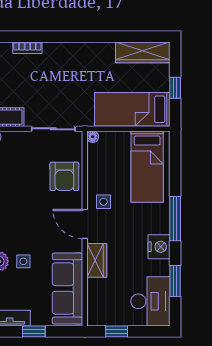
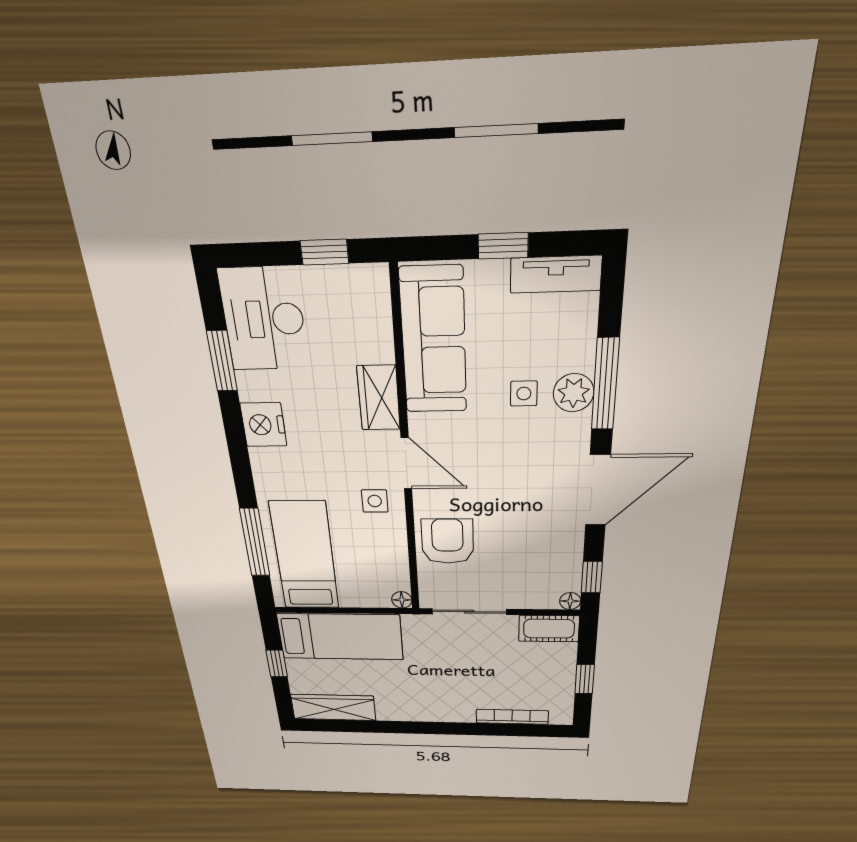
bookcase: (27, 48) -> (512, 717), width x1.56
window: (175, 219) -> (255, 543), moved

